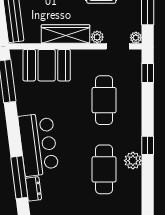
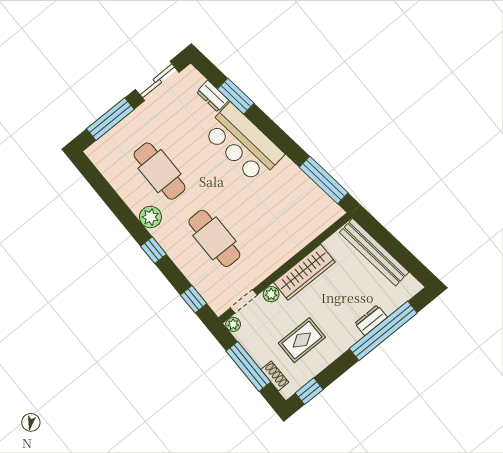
booth: (47, 65) -> (298, 227), removed
window: (148, 145) -> (154, 250), moved
plant: (133, 161) -> (150, 217), moved
window: (19, 177) -> (236, 96), width x0.69

